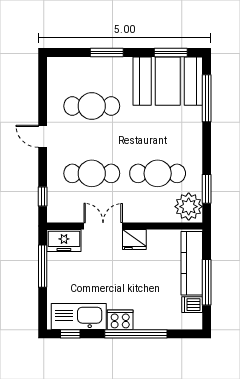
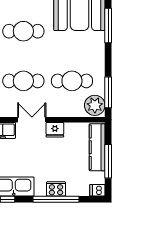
window: (207, 189) -> (108, 92), width x1.44
dishwasher: (192, 305) -> (97, 190), moved
cooker: (120, 320) -> (56, 189), moved

